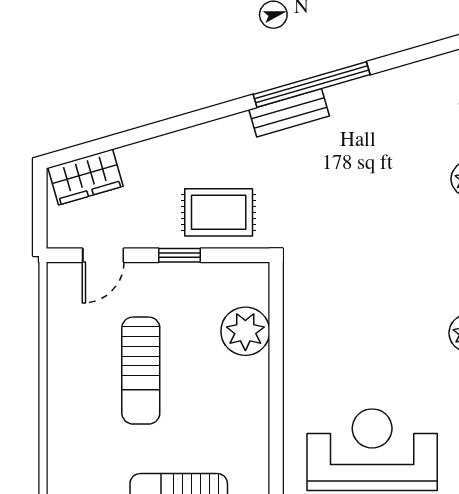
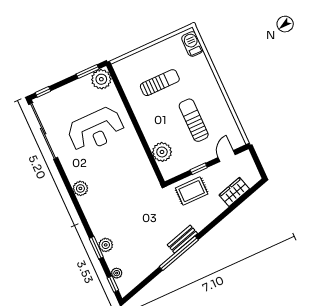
wardrobe: (86, 177) -> (234, 192), moved

